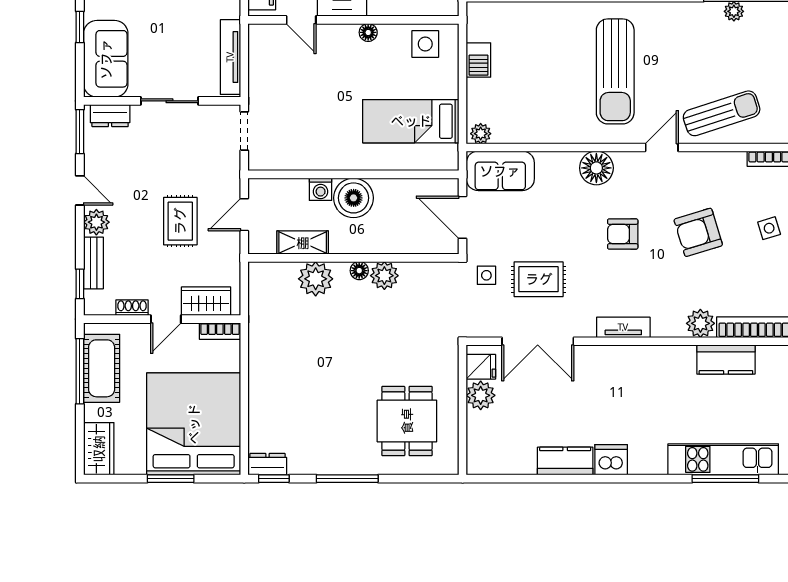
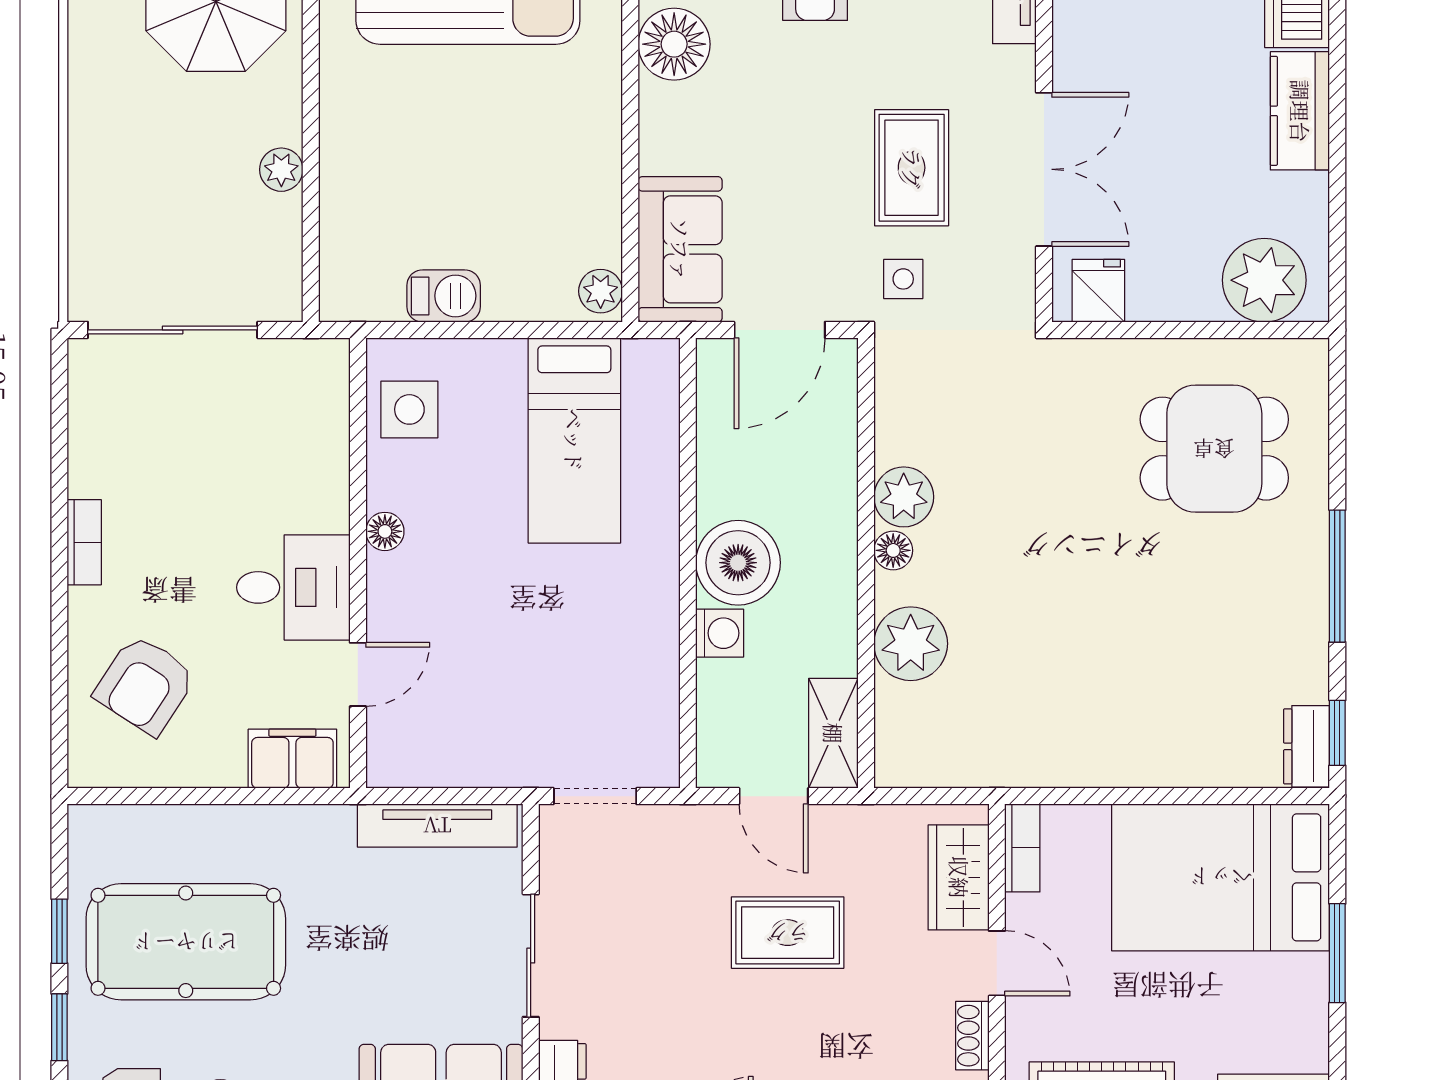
shelving: (303, 243) -> (833, 733), moved
plant: (481, 395) -> (1264, 280), moved, width x1.36, depth x1.36
bed: (194, 424) -> (1221, 877), width x0.73

